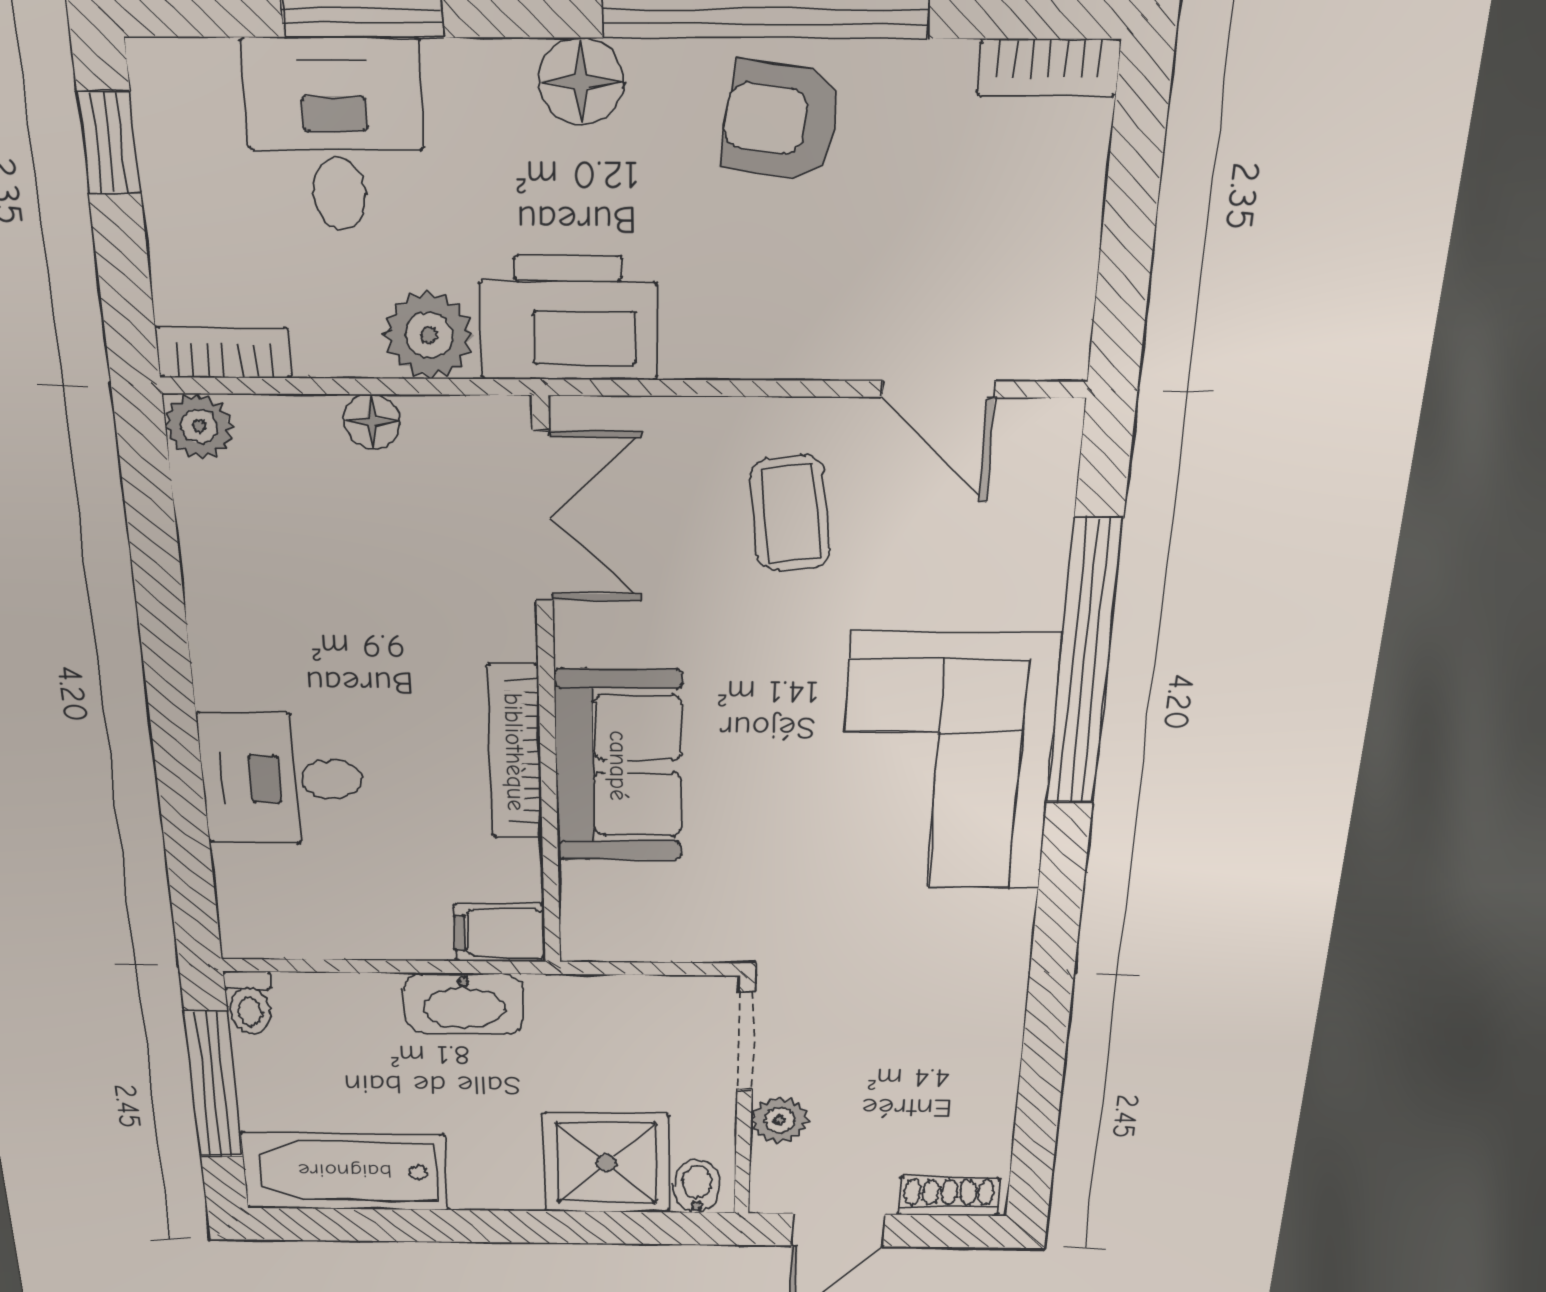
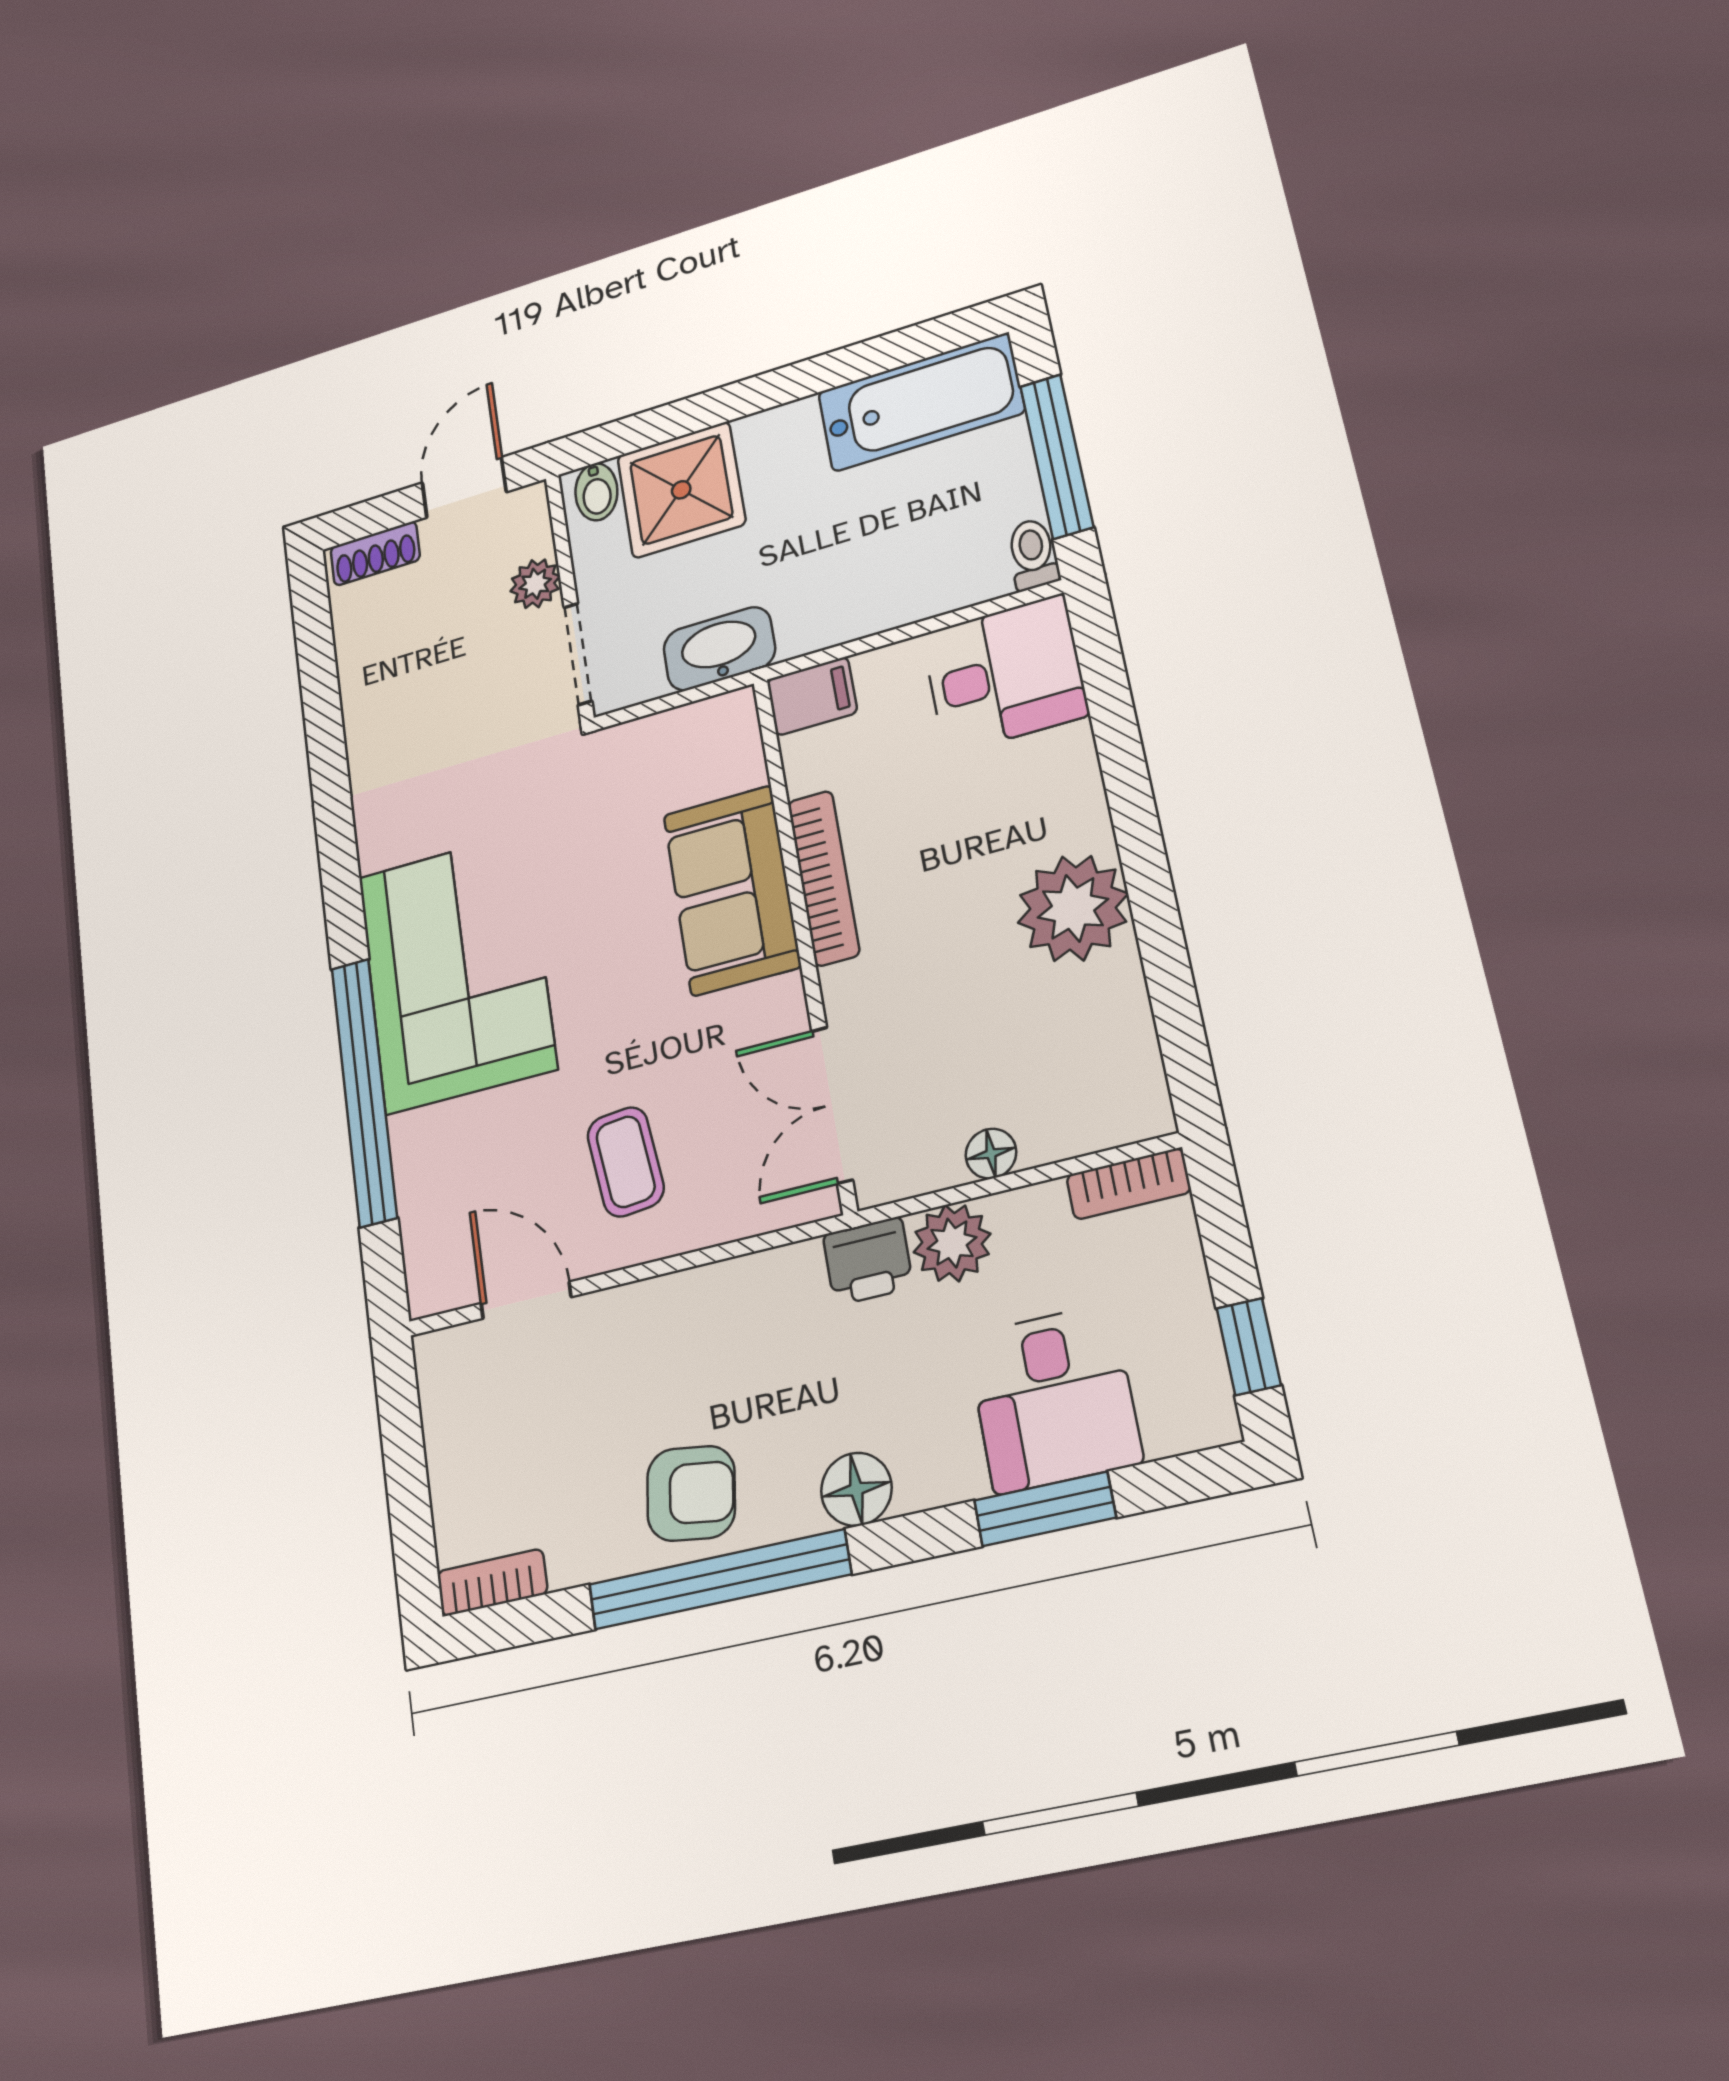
printer: (569, 318) -> (868, 1261), width x0.53, depth x0.68
plant: (199, 426) -> (1073, 908), moved, width x1.88, depth x1.88
desk: (282, 779) -> (1005, 674), moved
washbasin: (464, 1004) -> (719, 649), moved

